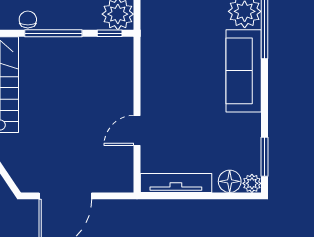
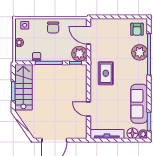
rug: (173, 55) -> (106, 73), added
sofa: (244, 71) -> (139, 104), moved
door: (137, 130) -> (88, 109), hinge flipped

